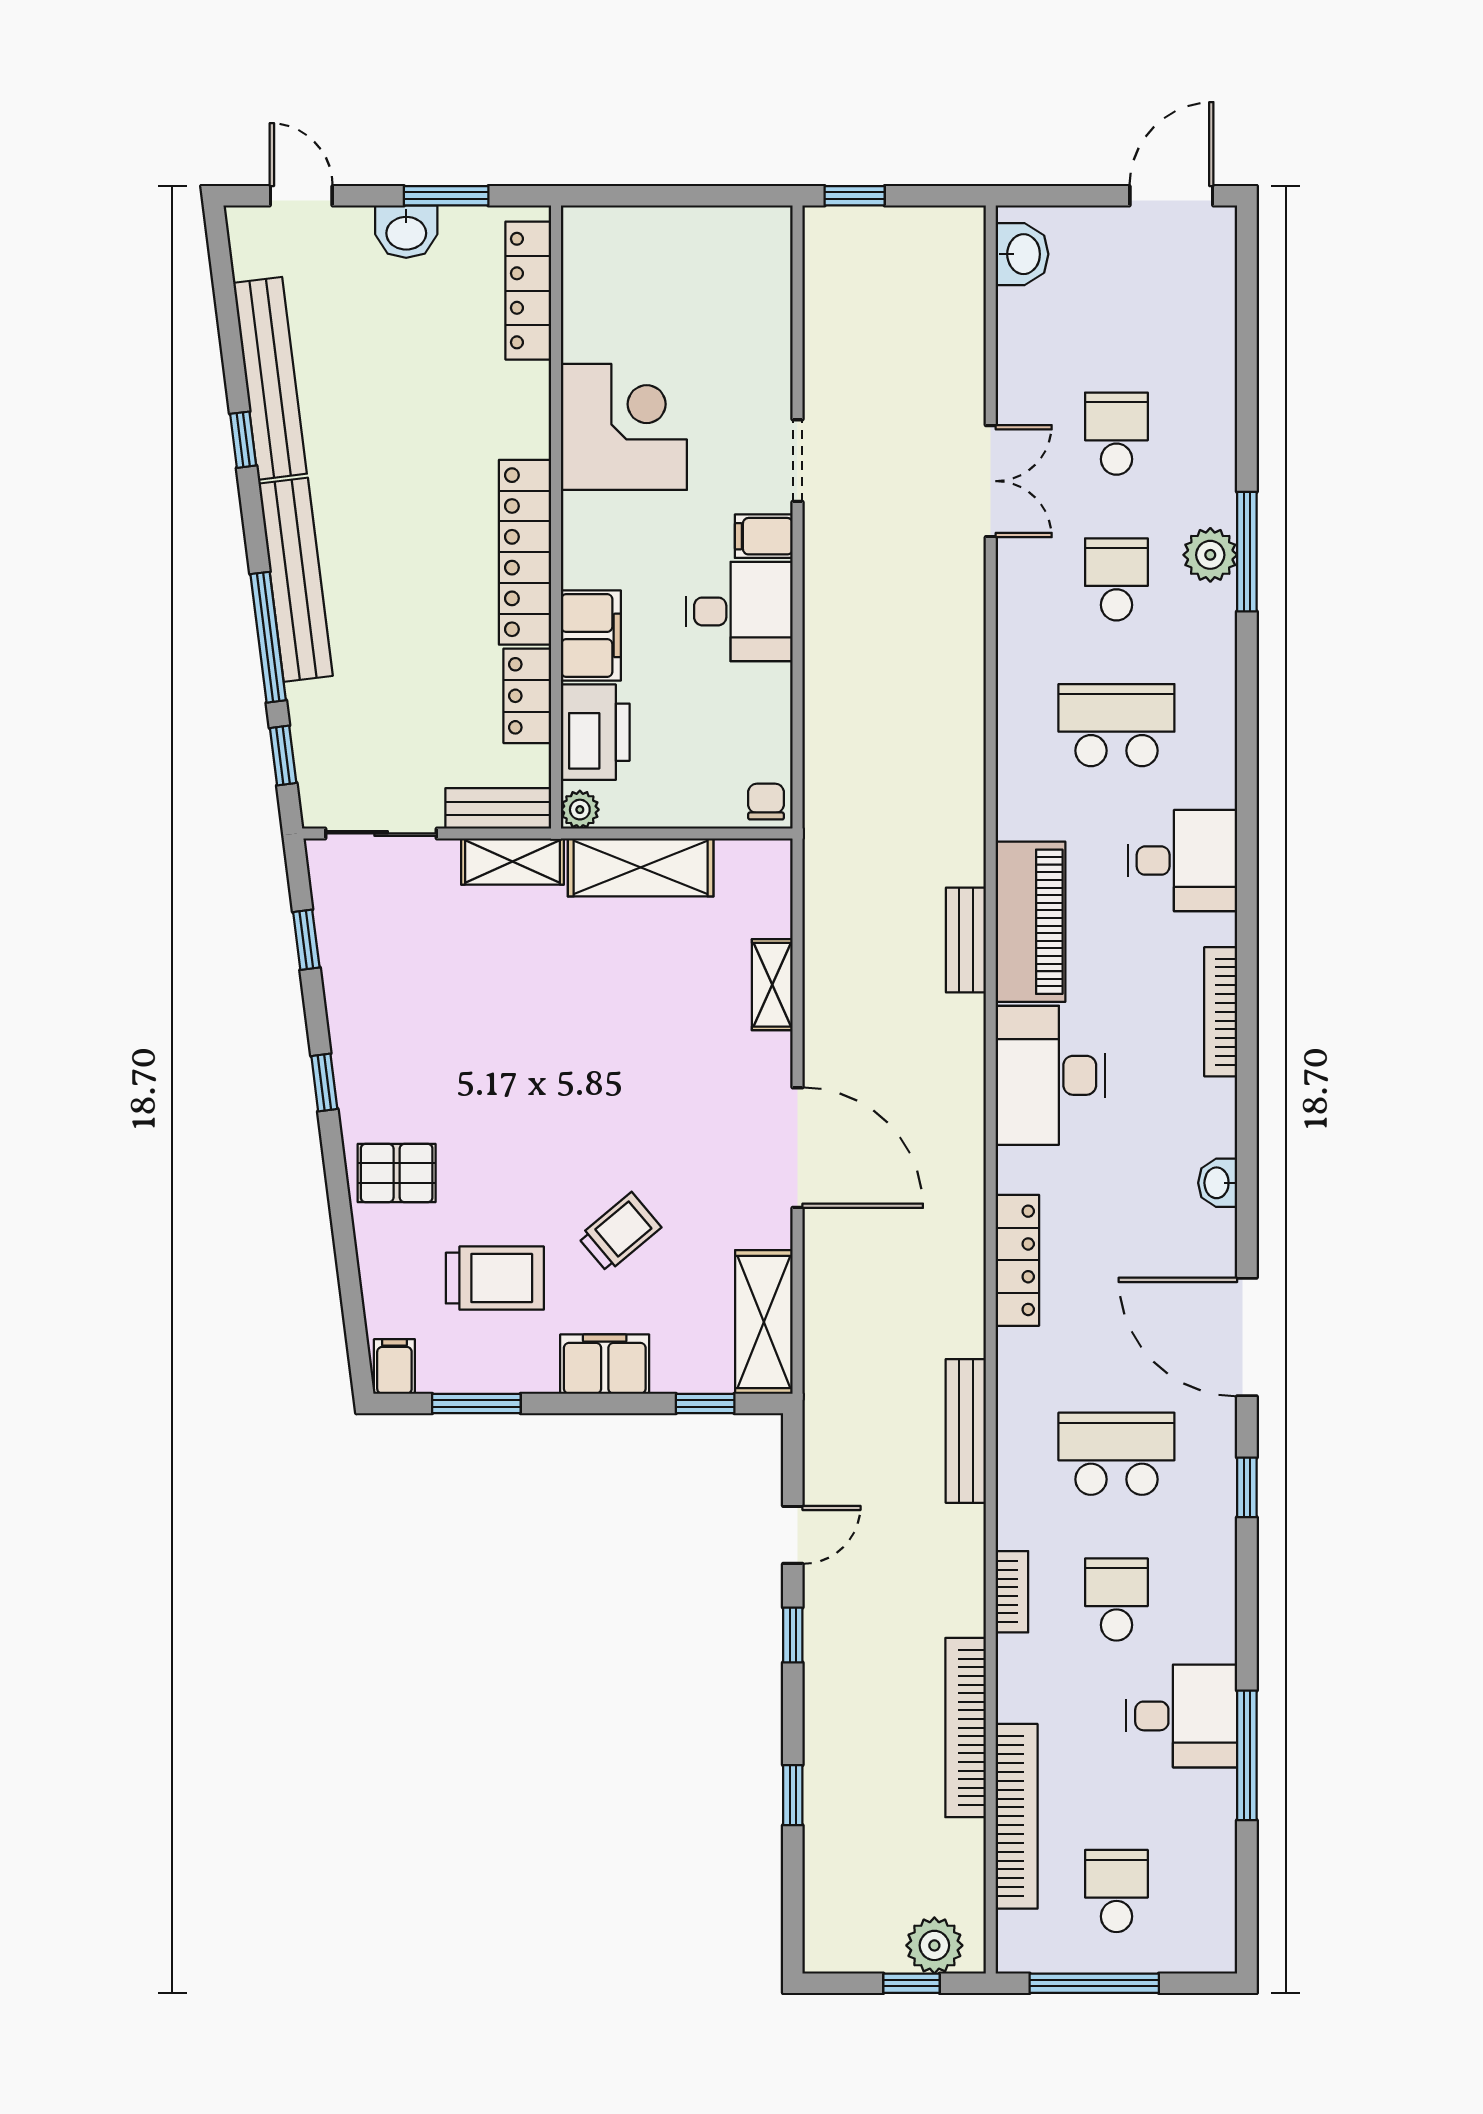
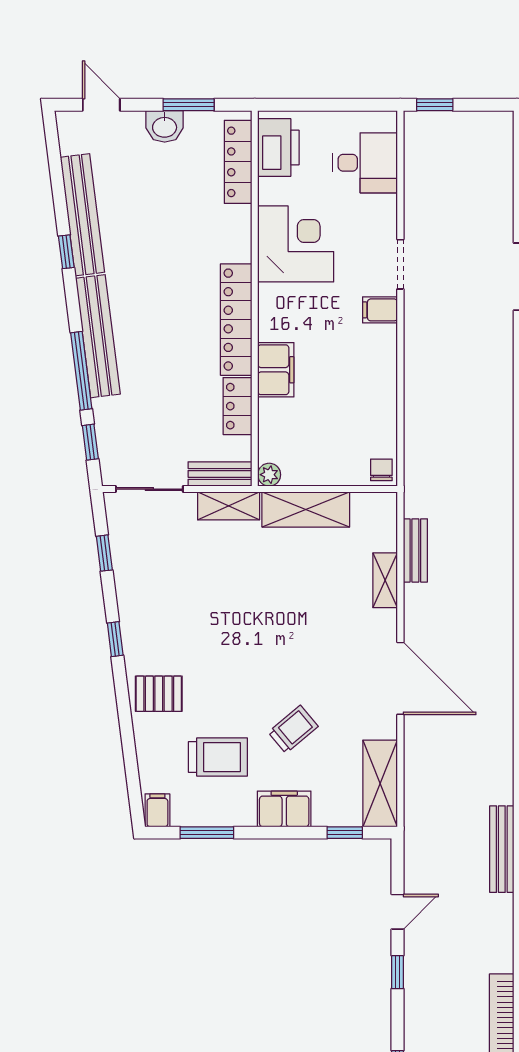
desk: (739, 611) -> (365, 163), moved
printer: (595, 732) -> (278, 147), moved
bench: (966, 940) -> (415, 550), moved

